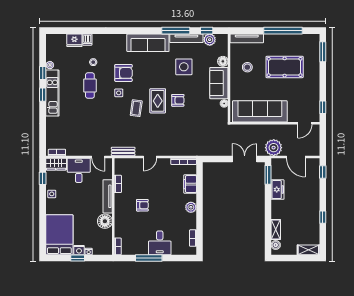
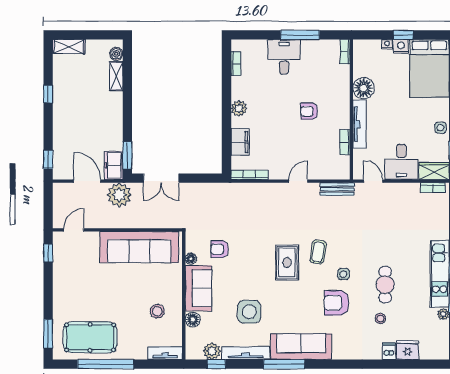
window: (176, 31) -> (284, 364), moved
tv unit: (247, 38) -> (165, 353), width x0.71
pool table: (285, 67) -> (90, 337), moved
armchair: (178, 100) -> (220, 249), moved
freezer: (278, 190) -> (114, 165), moved

